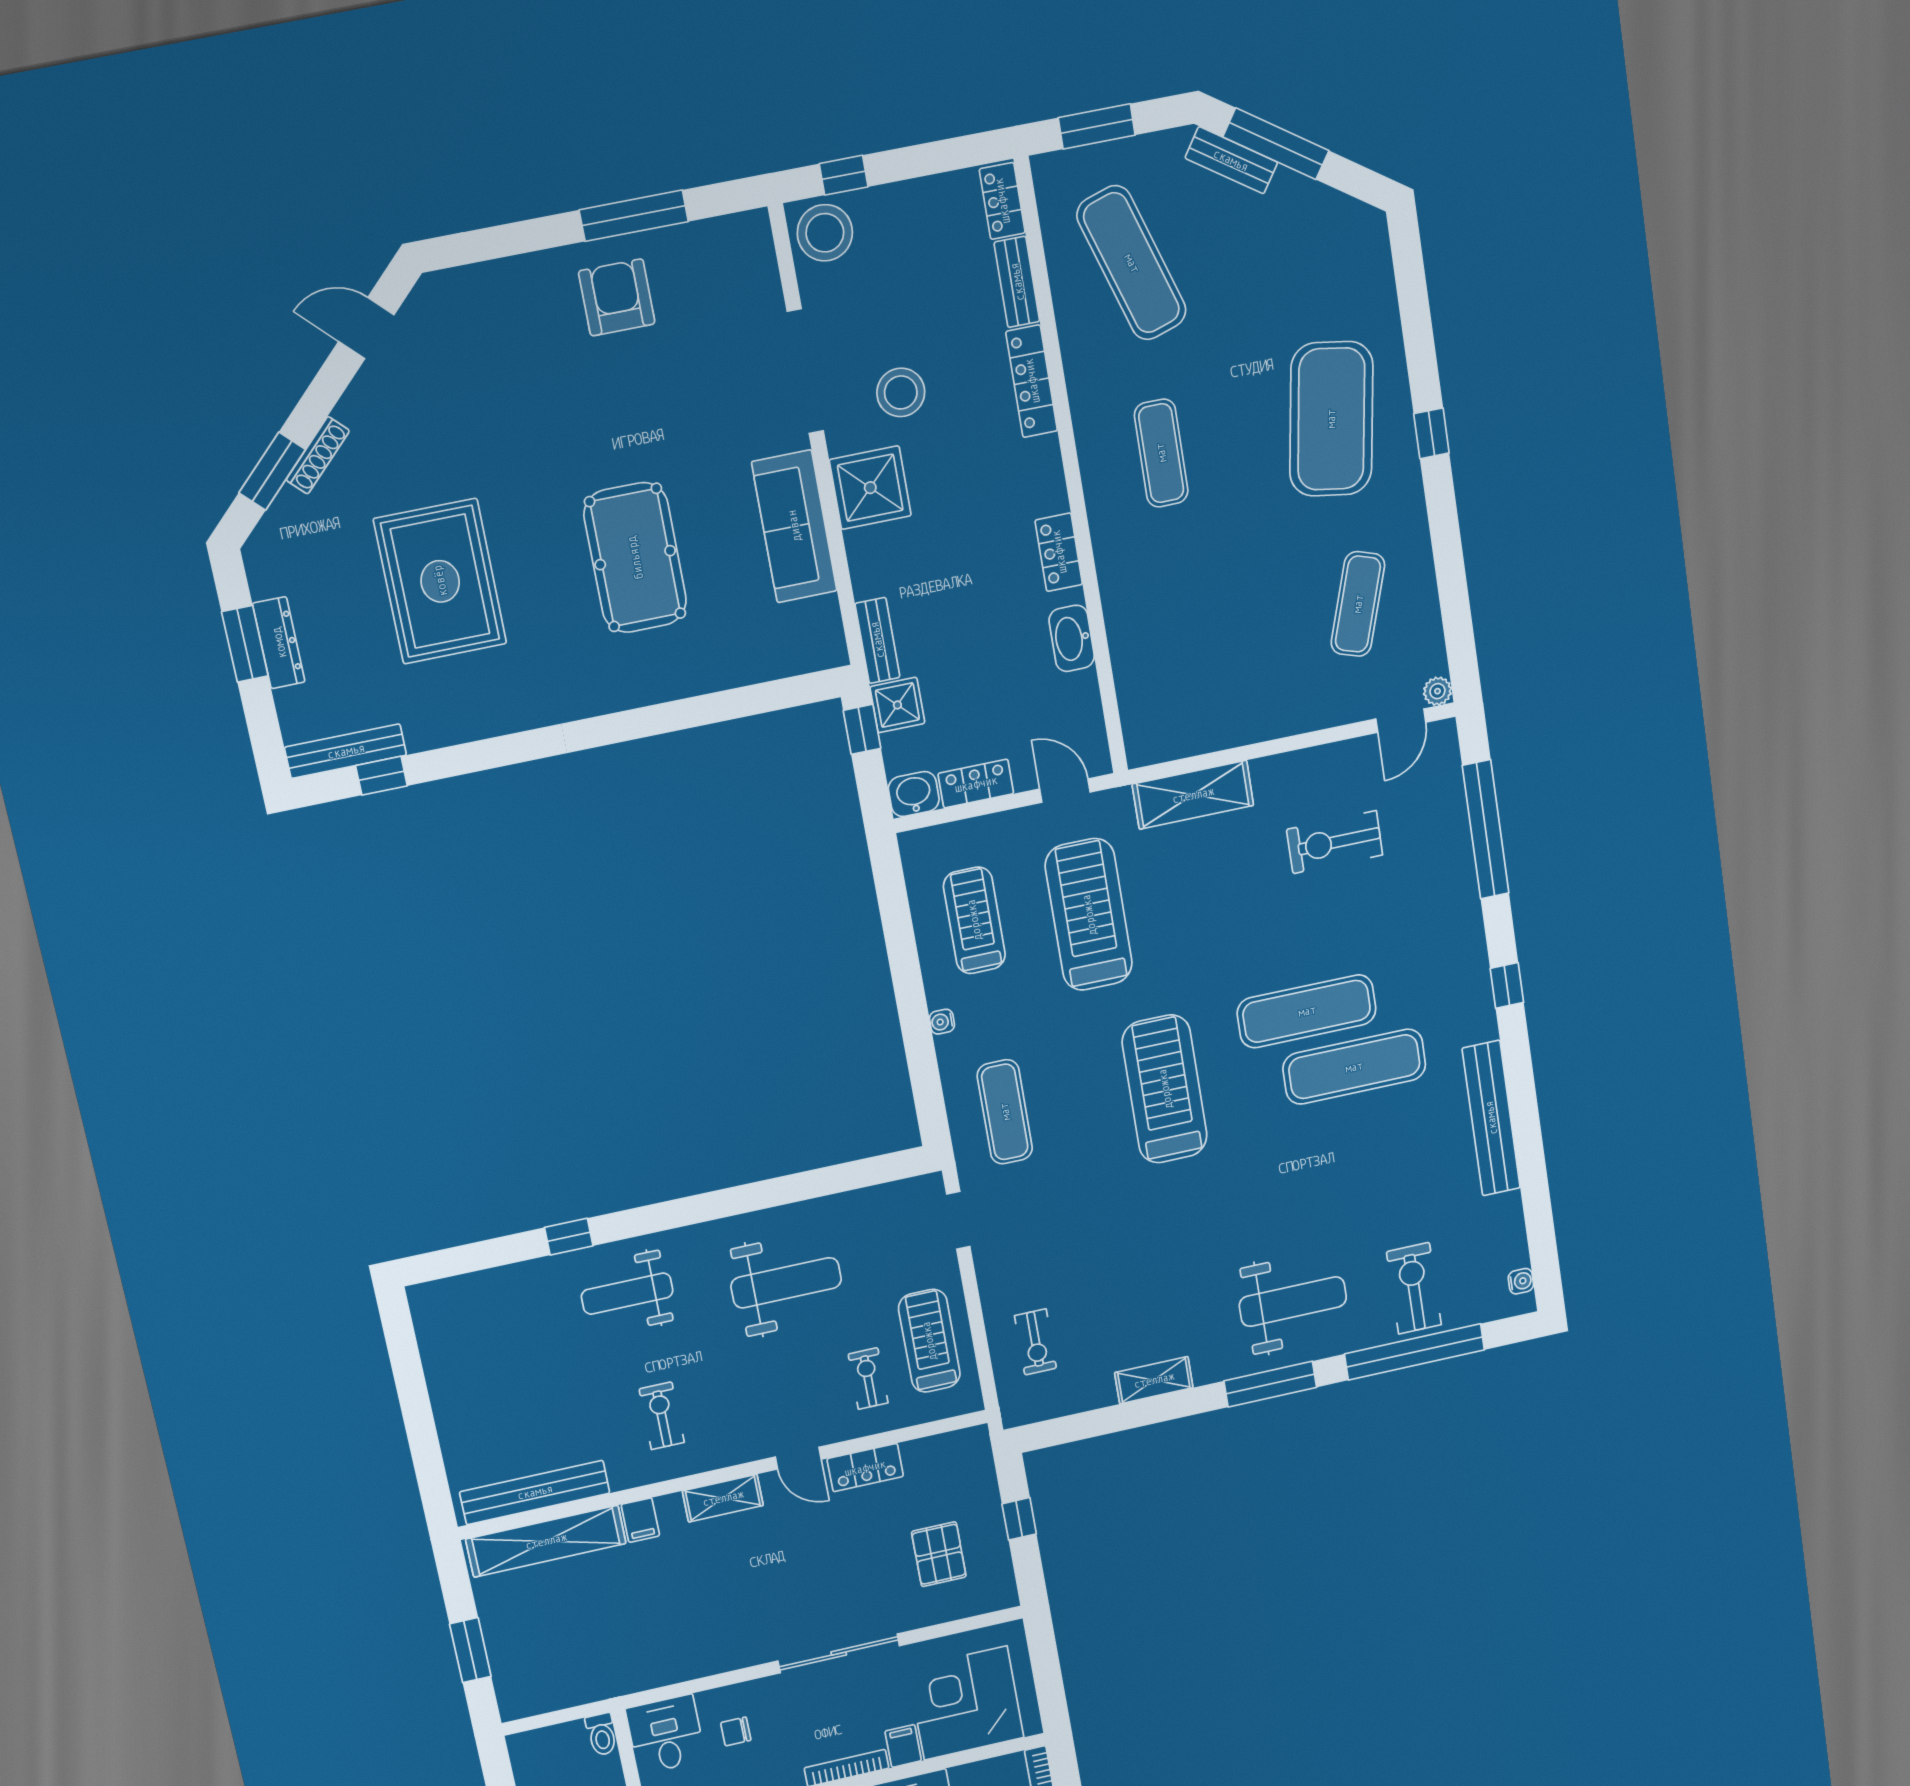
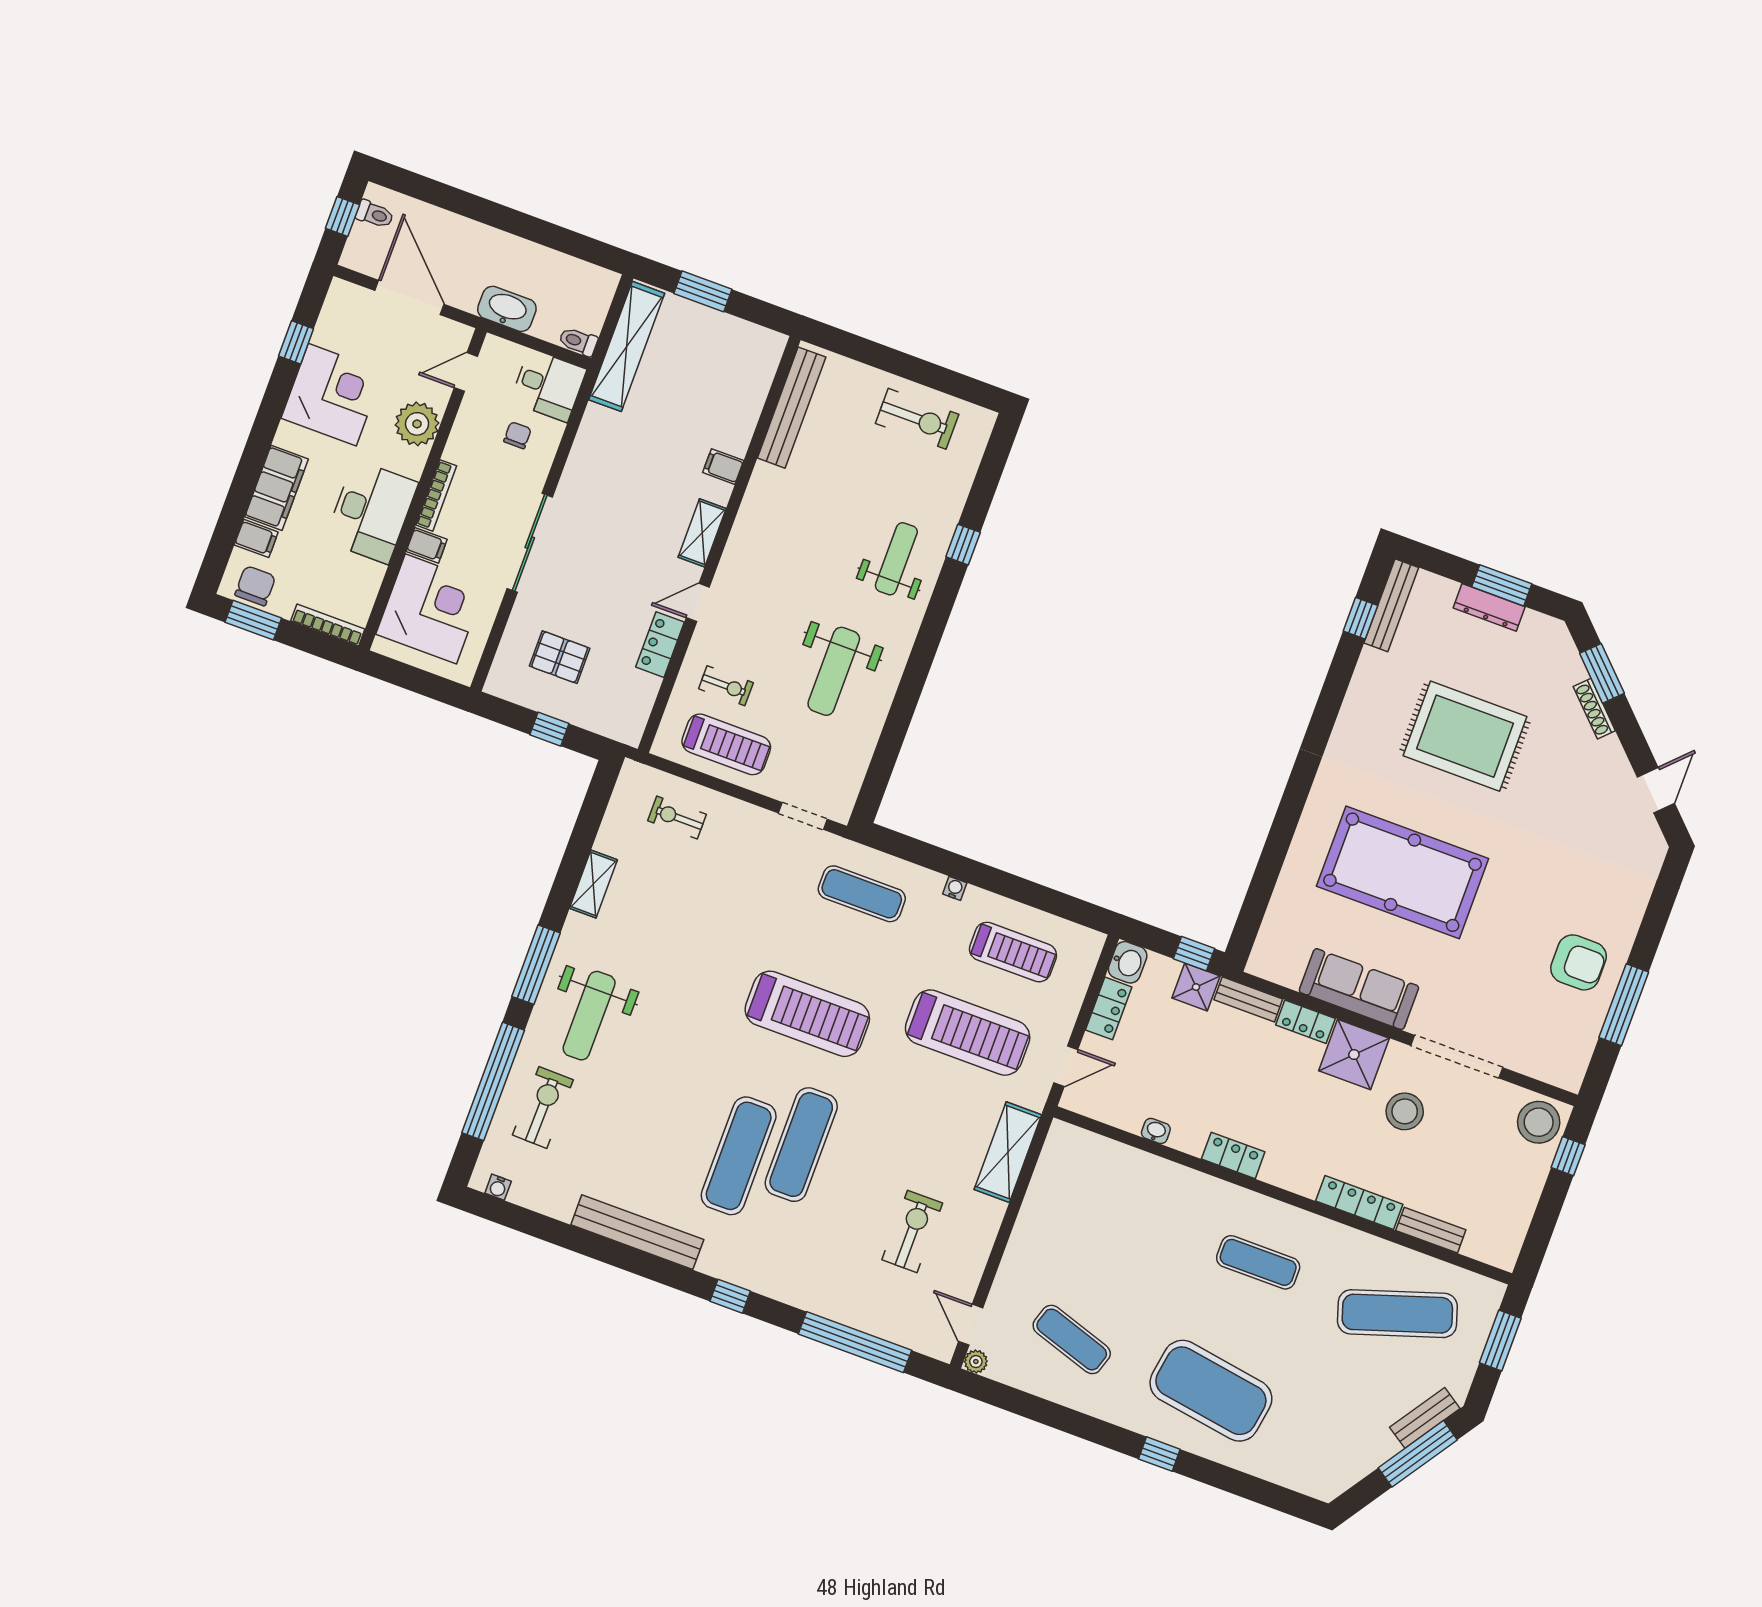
locker: (1002, 201) -> (1305, 1022), moved, turned 180
pool table: (635, 558) -> (1403, 872), width x1.36, depth x1.32
washbasin: (1072, 638) -> (1156, 1131), width x0.52, depth x0.69
exercise bike: (1414, 1288) -> (543, 1107), turned -89
exercise bike: (662, 1416) -> (917, 419), moved, width x1.38, depth x1.39
shelving: (546, 1541) -> (627, 346), moved

